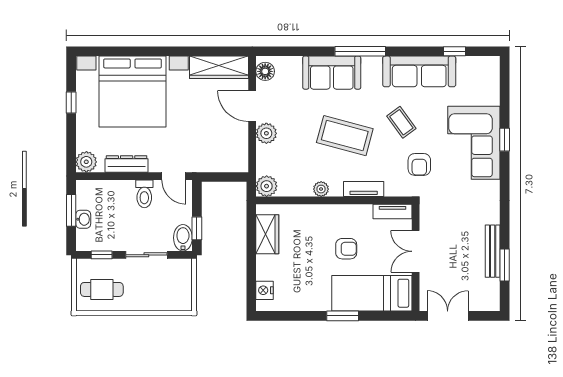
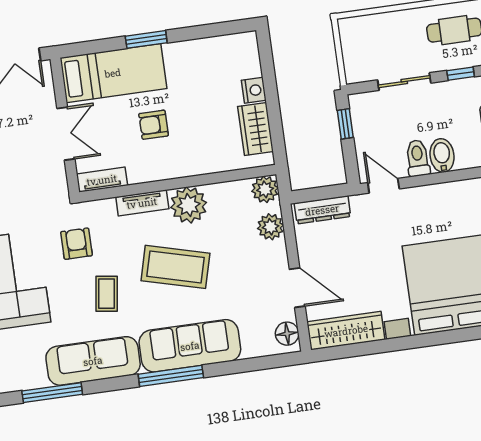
window: (455, 51) -> (52, 393), width x2.17
sofa: (332, 73) -> (190, 346), width x1.36
coffee table: (401, 122) -> (107, 294), turned 44
plant: (266, 133) -> (271, 227), moved
dresser: (127, 164) -> (322, 210), moved
plant: (321, 189) -> (189, 205), width x1.88, depth x1.88
bidet: (183, 238) -> (442, 155), moved, turned 180
nightstand: (265, 290) -> (254, 90), moved

